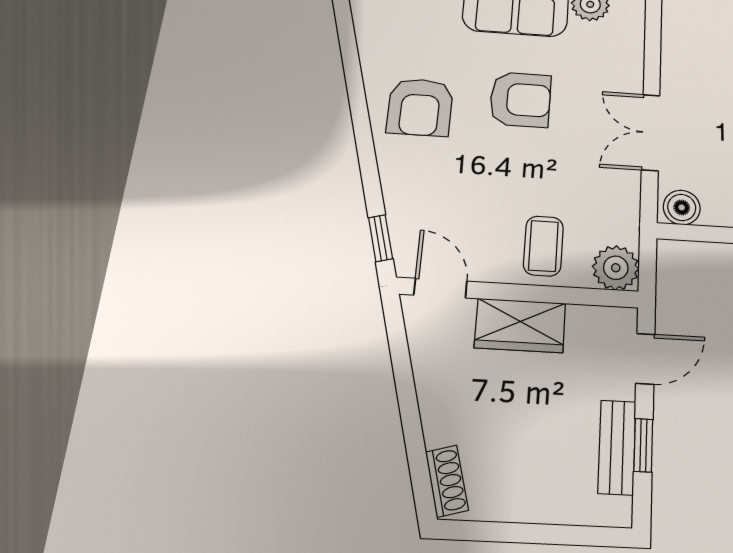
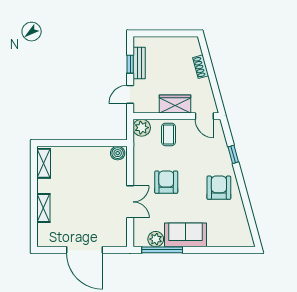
armchair: (520, 100) -> (166, 182), moved, turned 90
double door: (651, 132) -> (130, 202), moved
window: (381, 238) -> (233, 154), moved
shoe rack: (447, 481) -> (201, 67), moved

